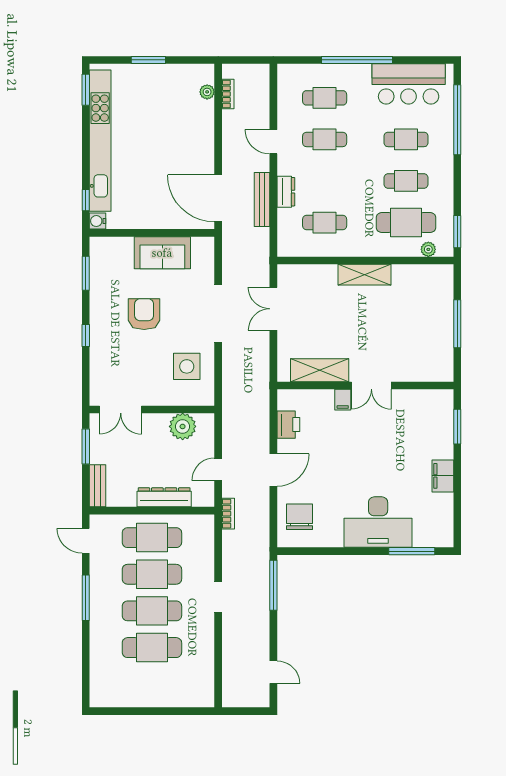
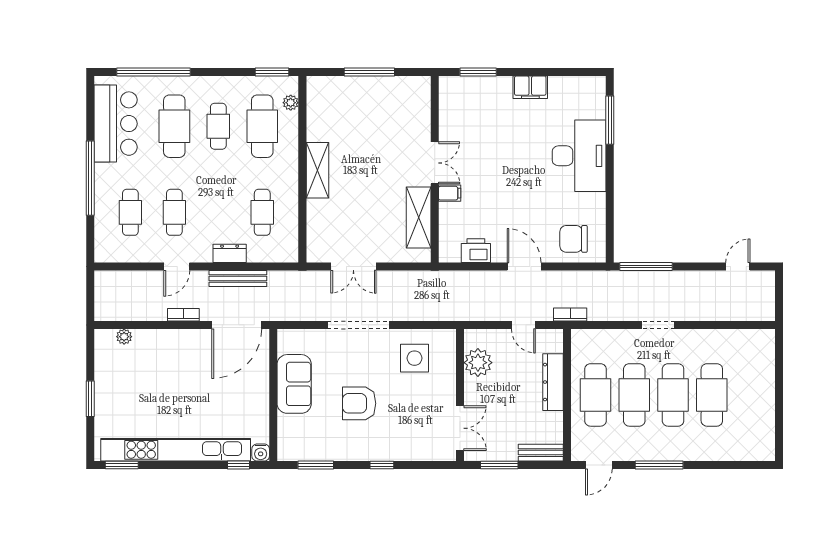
bookcase: (228, 94) -> (183, 315), moved
cafe table: (406, 139) -> (174, 126), width x1.37, depth x1.35

